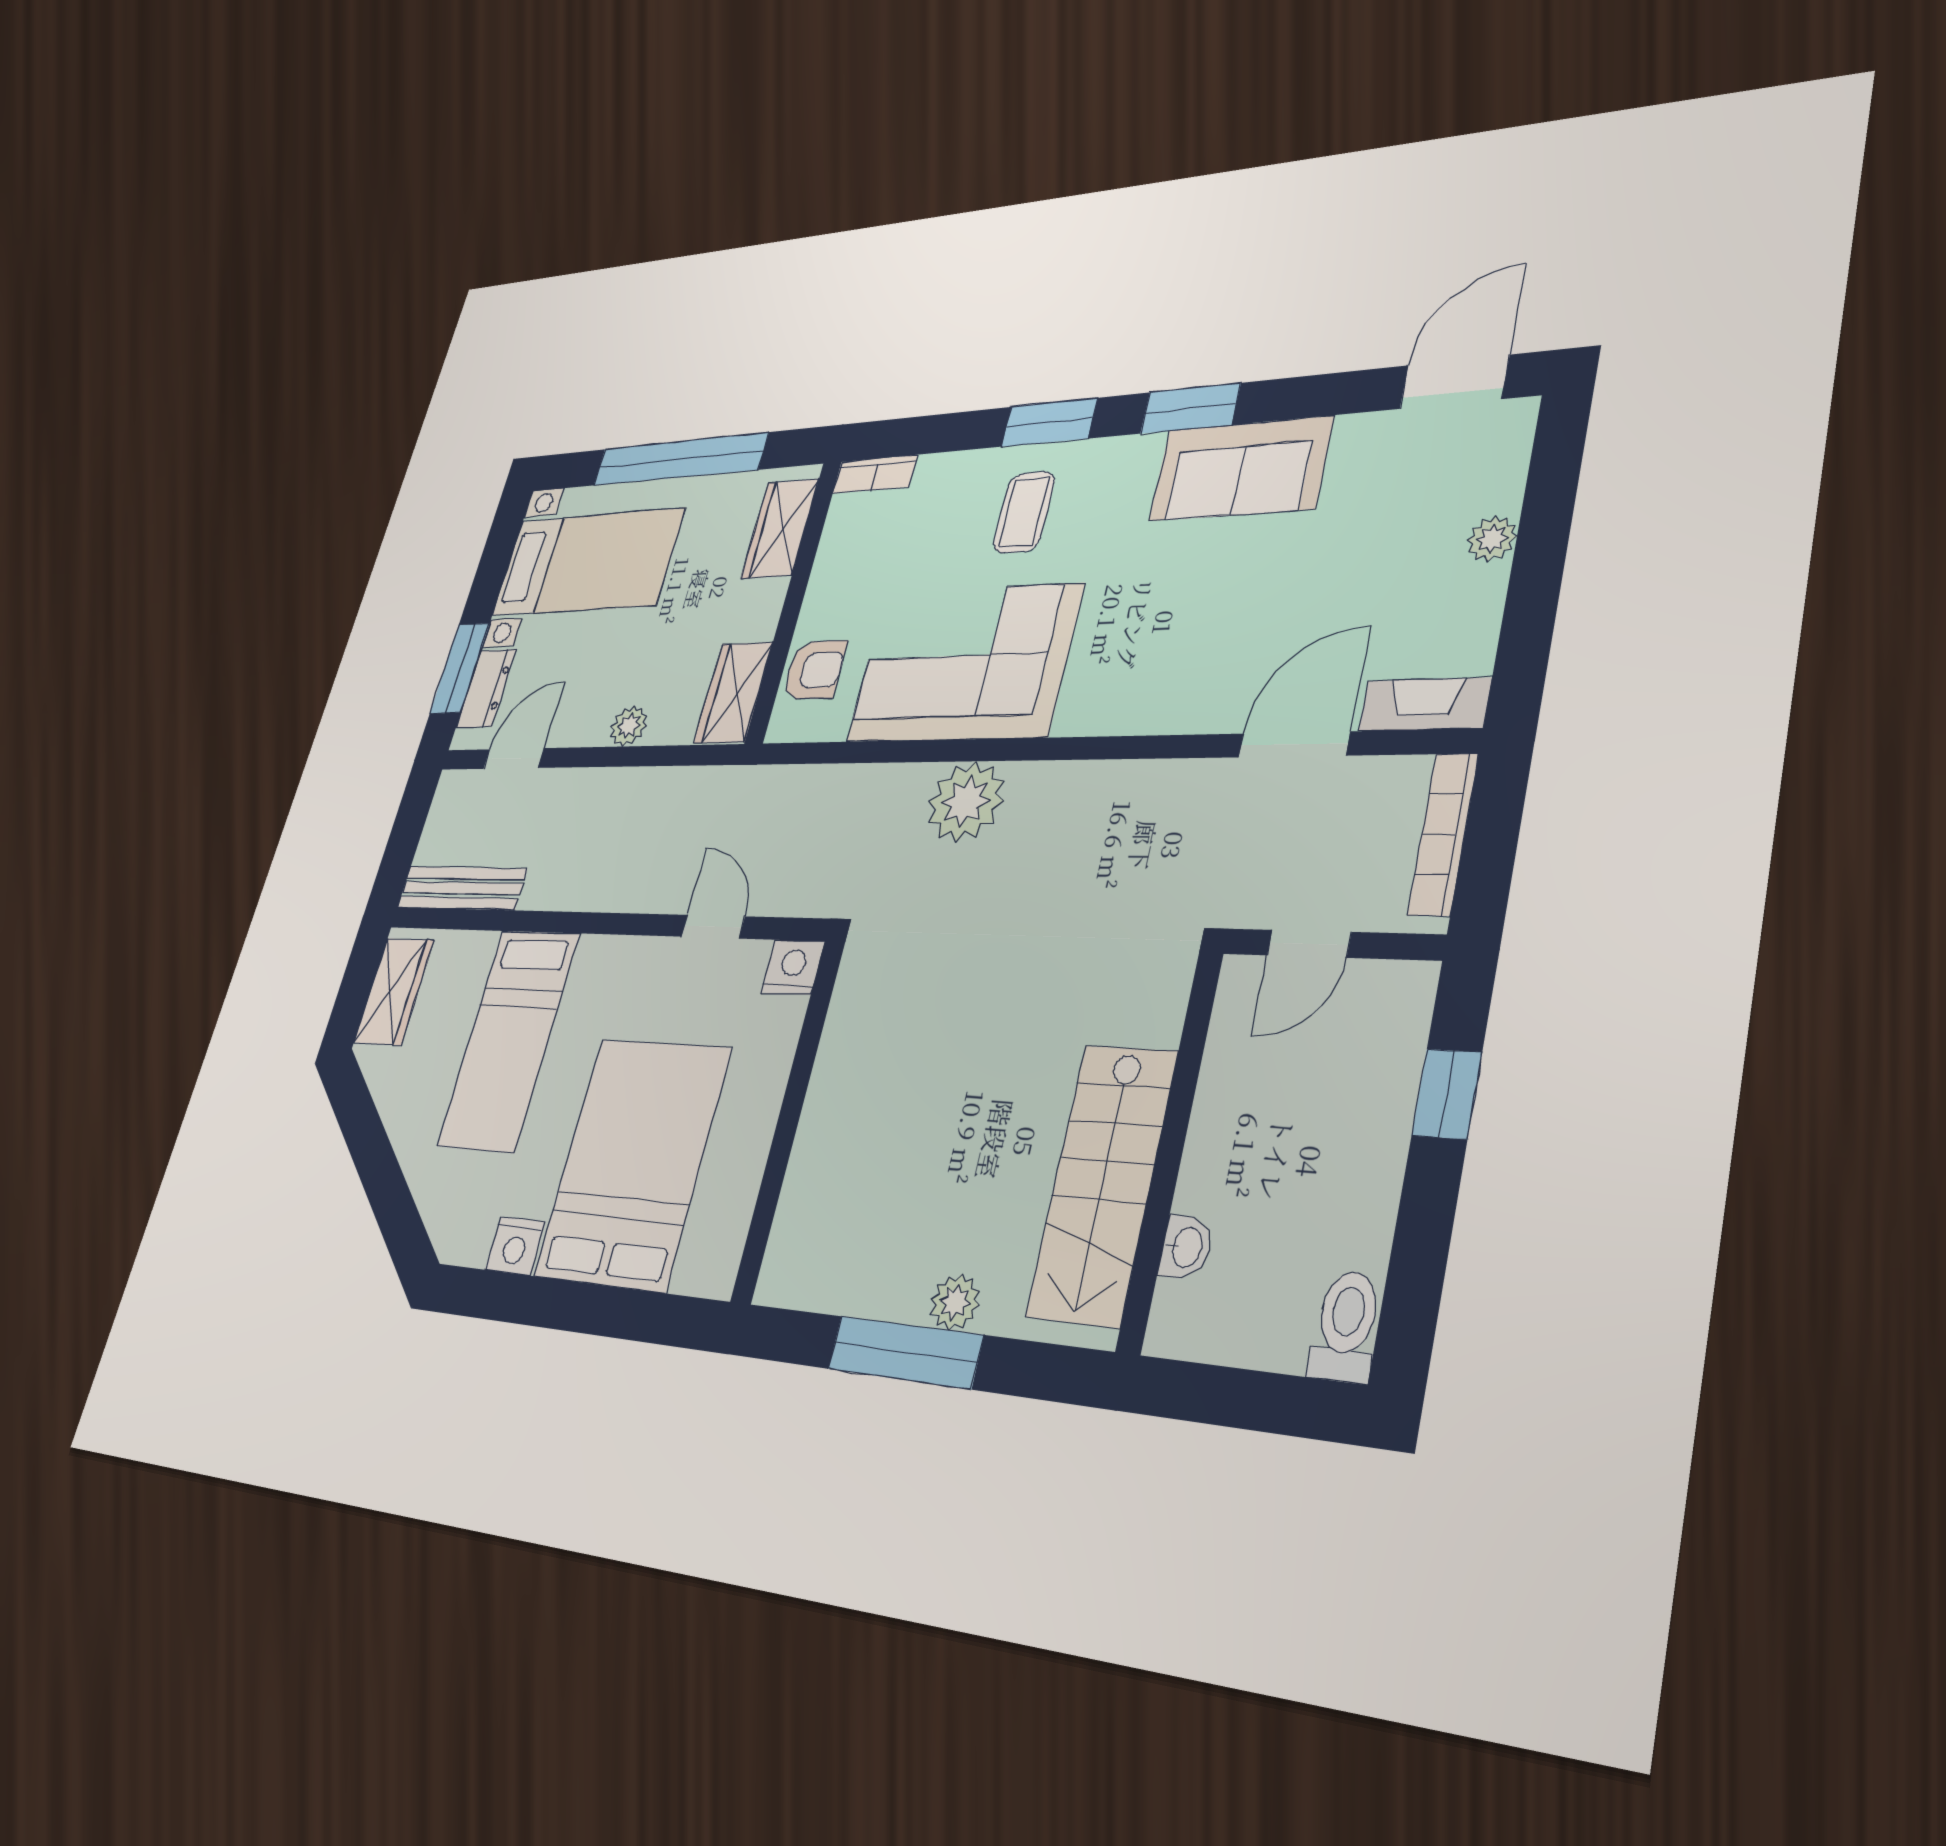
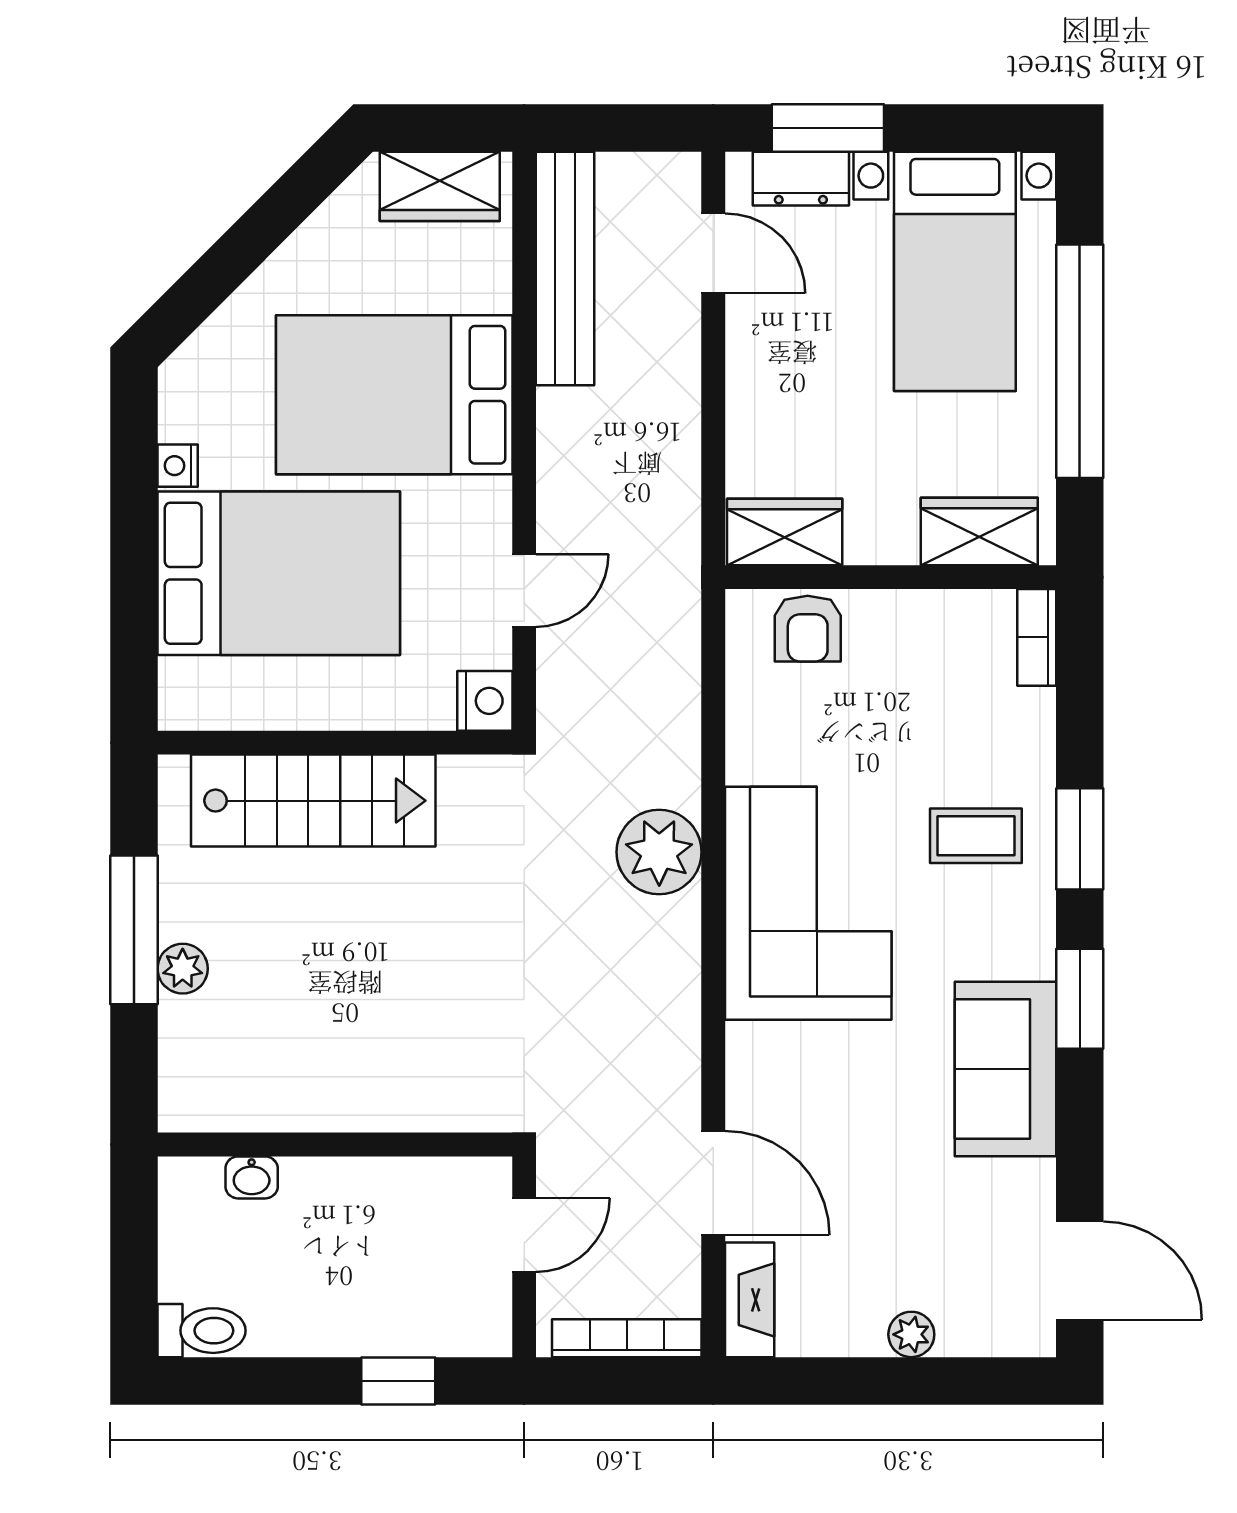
corner sofa: (964, 663) -> (808, 903), moved
plant: (629, 726) -> (749, 403), removed
bench: (462, 888) -> (565, 269), width x1.37, depth x1.21
door: (1309, 944) -> (524, 1235), swing flipped
bed: (509, 1039) -> (394, 395), width x1.50
stairs: (1102, 1183) -> (313, 801), moved, turned 180
nightstand: (515, 1246) -> (178, 466), width x0.72, depth x0.74

